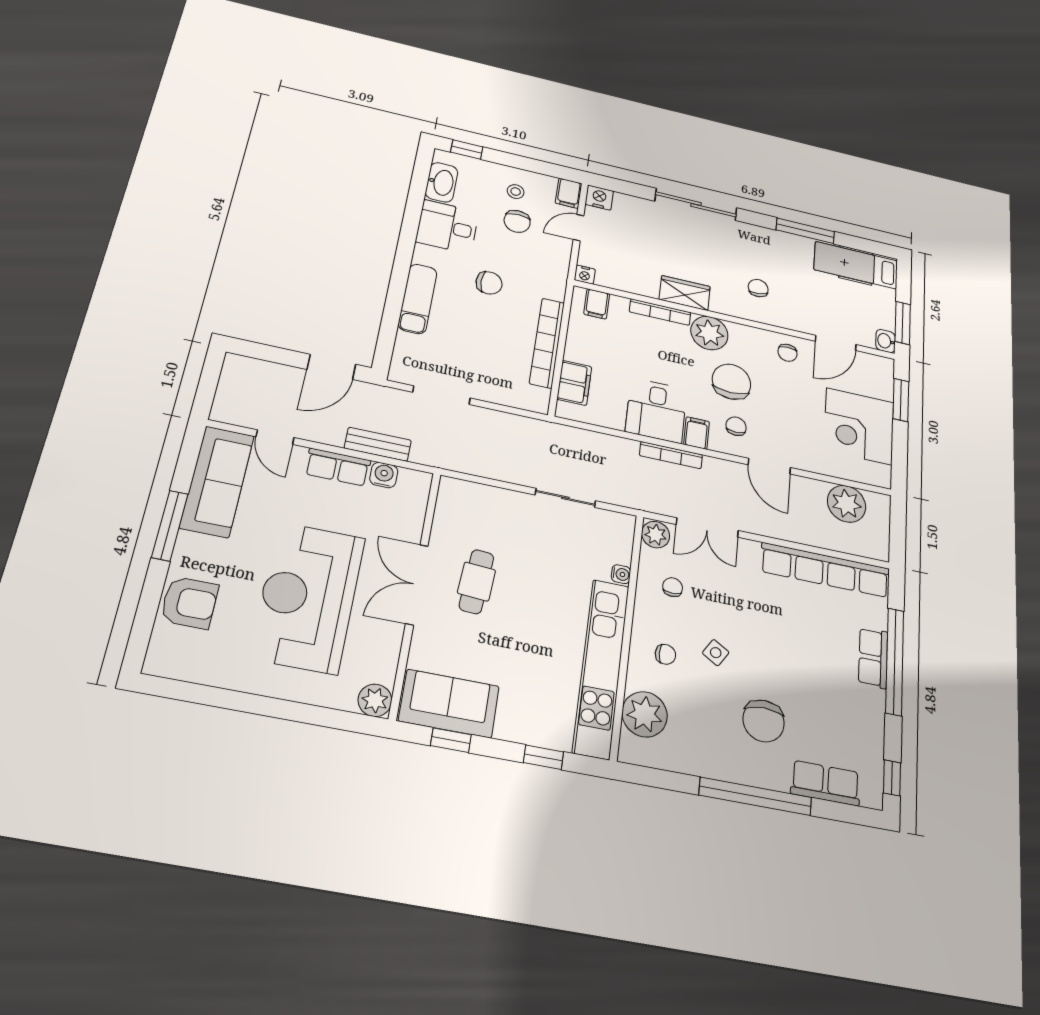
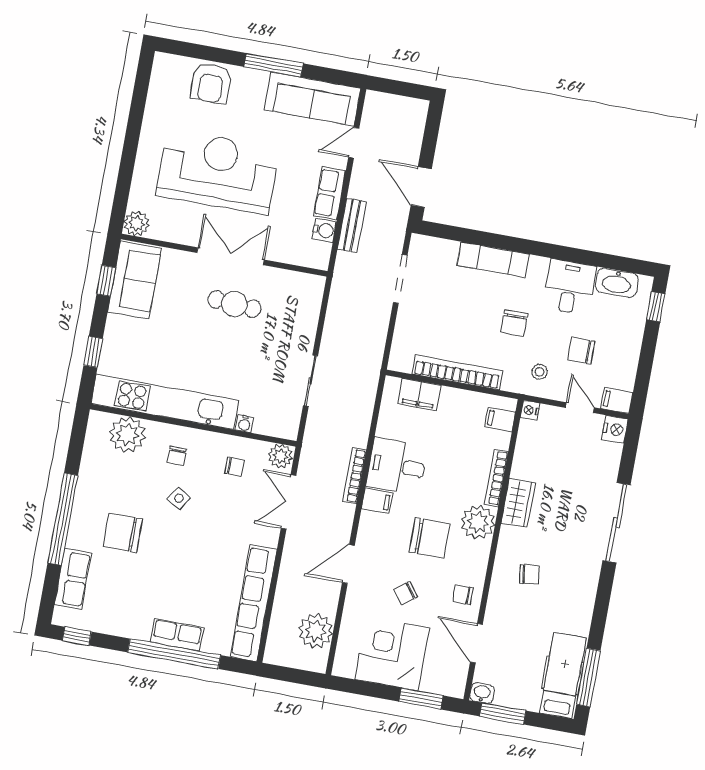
stool: (516, 192) -> (540, 372), moved
window: (805, 231) -> (588, 677), moved
chair: (736, 426) -> (406, 593), moved, turned 144

